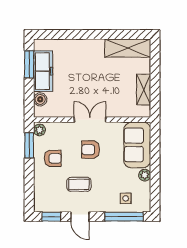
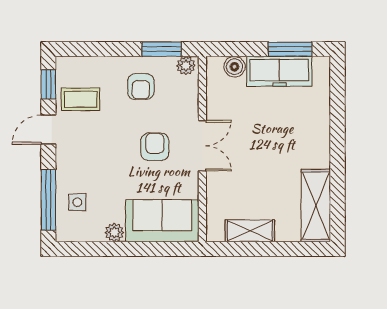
coffee table: (79, 184) -> (81, 99), moved, turned 90

